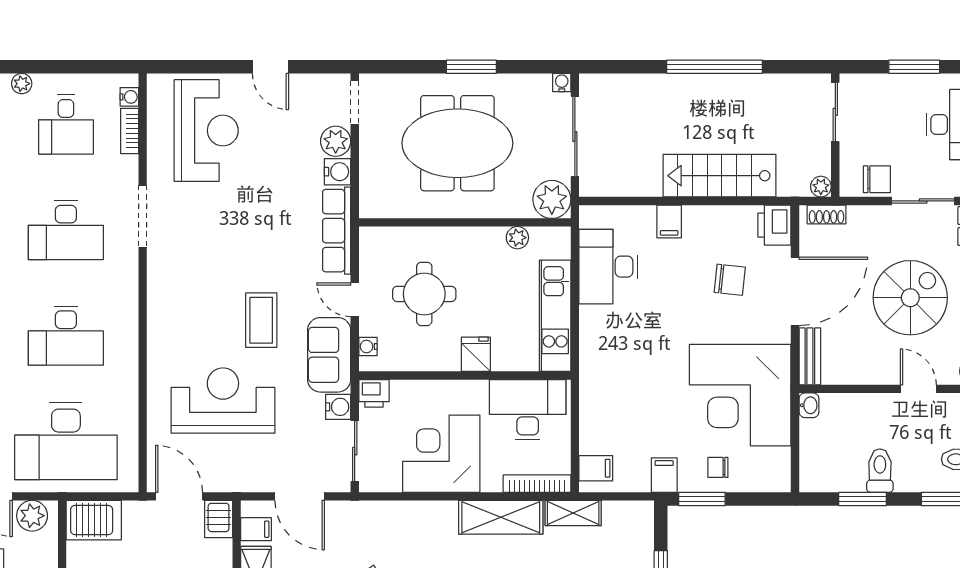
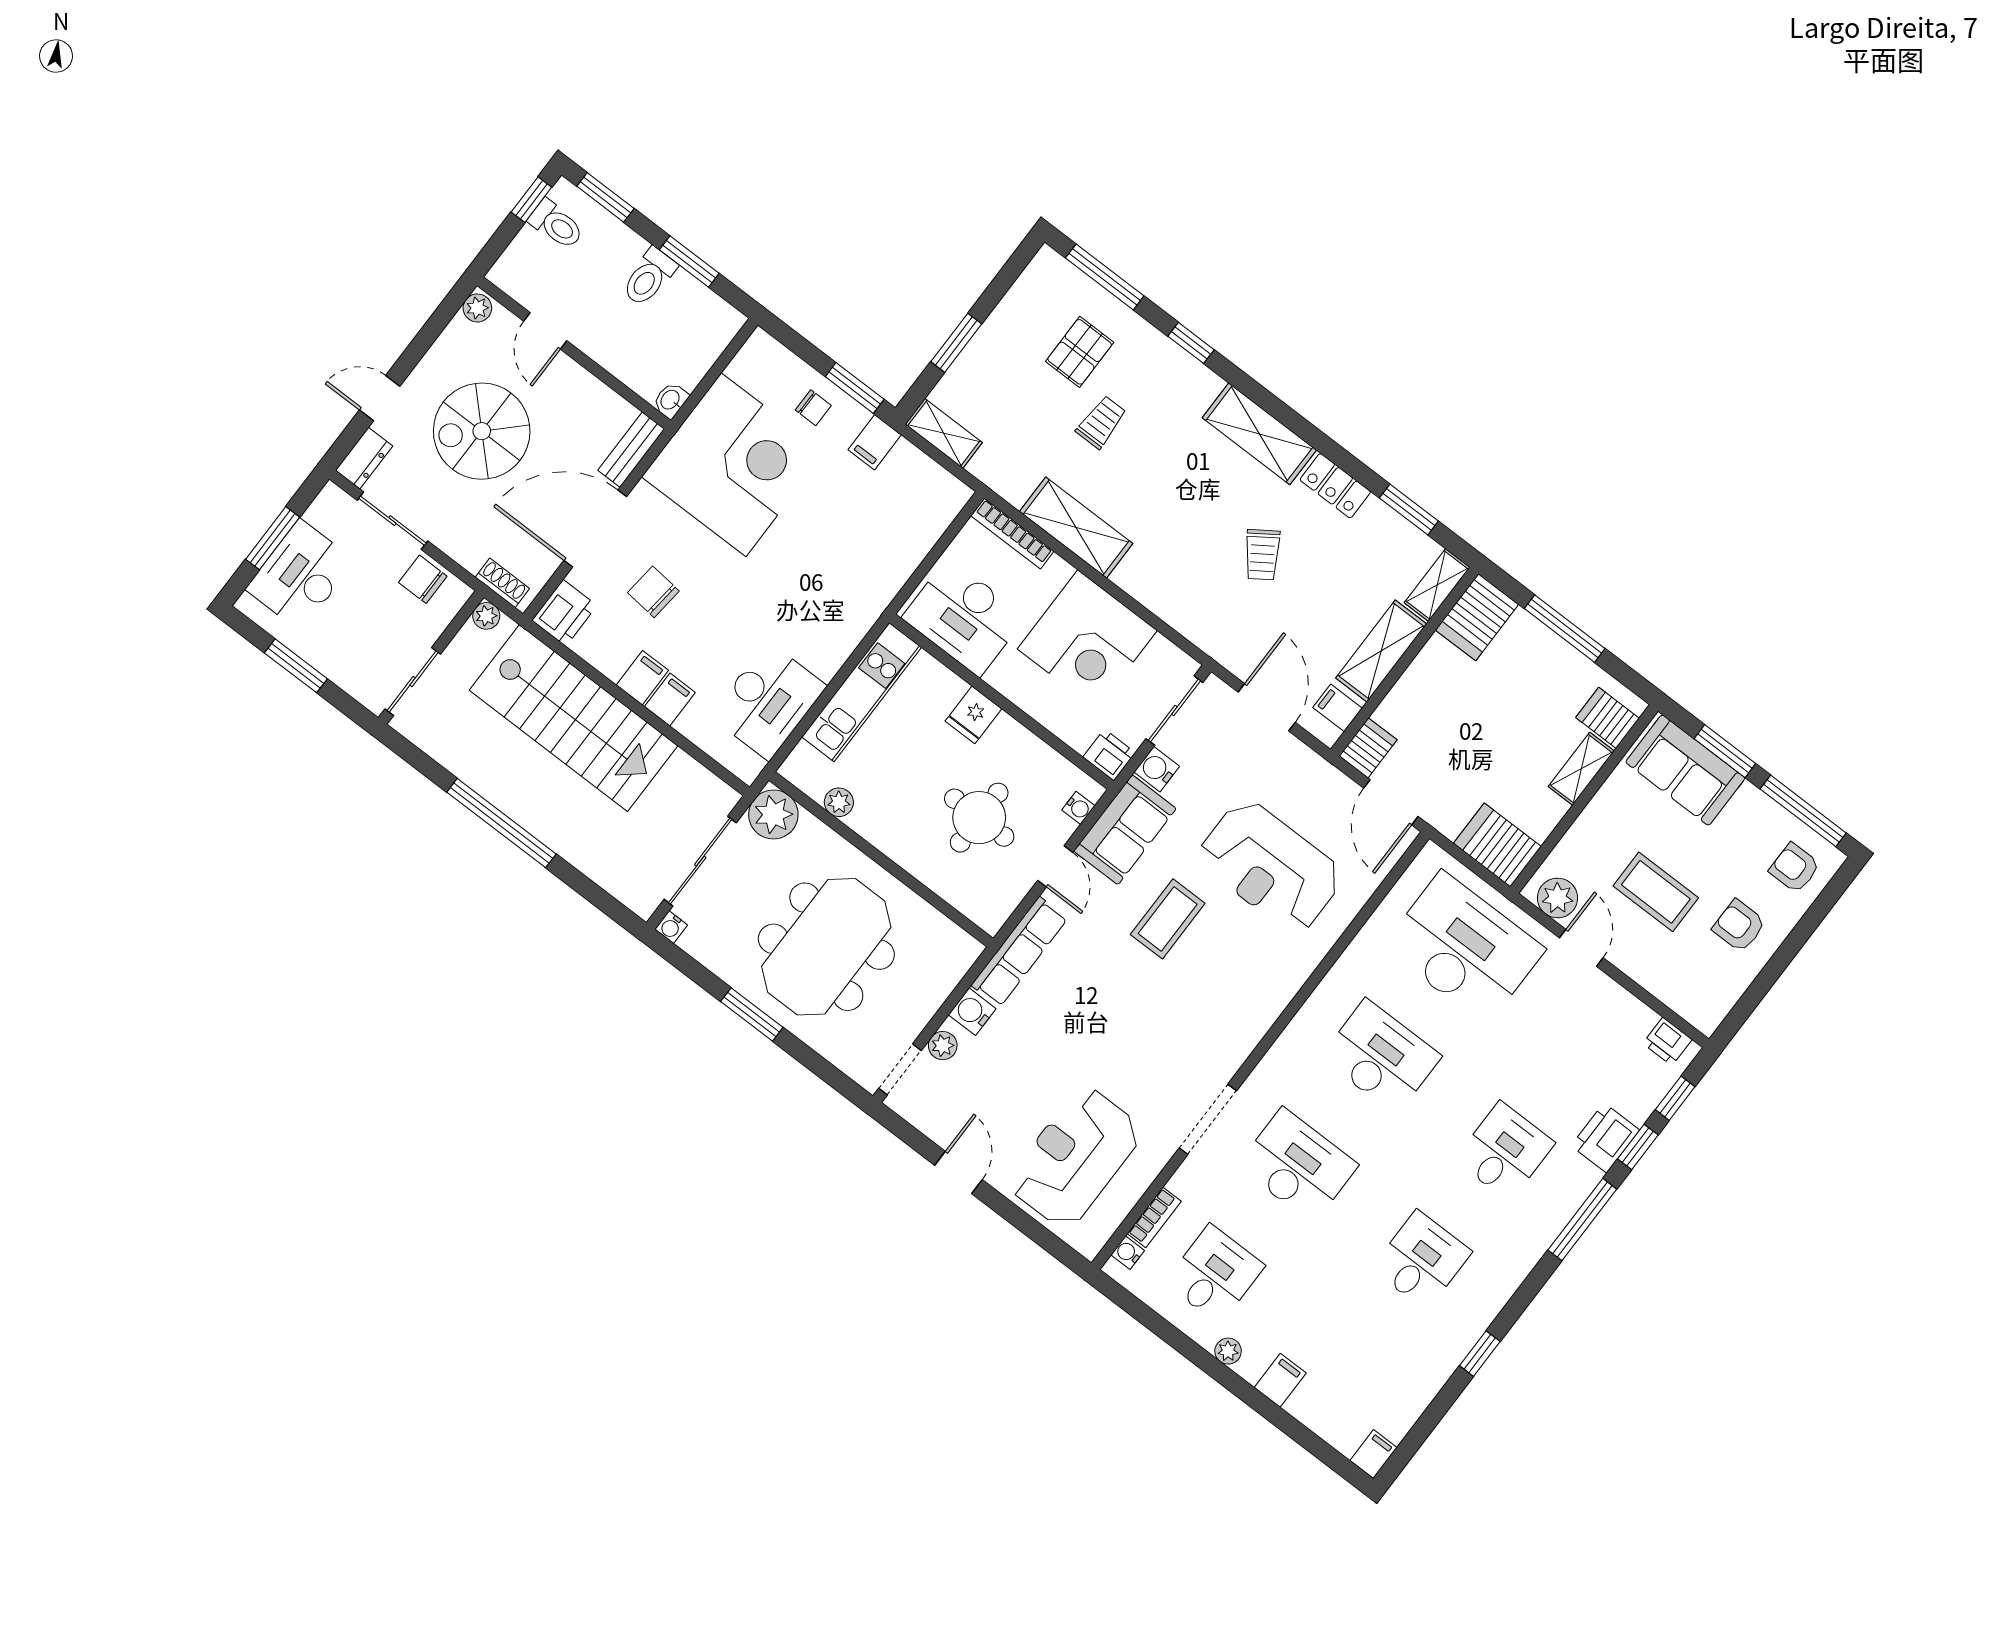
plant: (336, 141) -> (943, 1046), width x0.73, depth x0.73
meeting table: (457, 143) -> (826, 947), turned 90
stairs: (720, 176) -> (573, 718), width x1.36, depth x1.51
filing cabinet: (596, 468) -> (642, 678), moved, turned 90
shelving: (573, 513) -> (944, 433), moved

